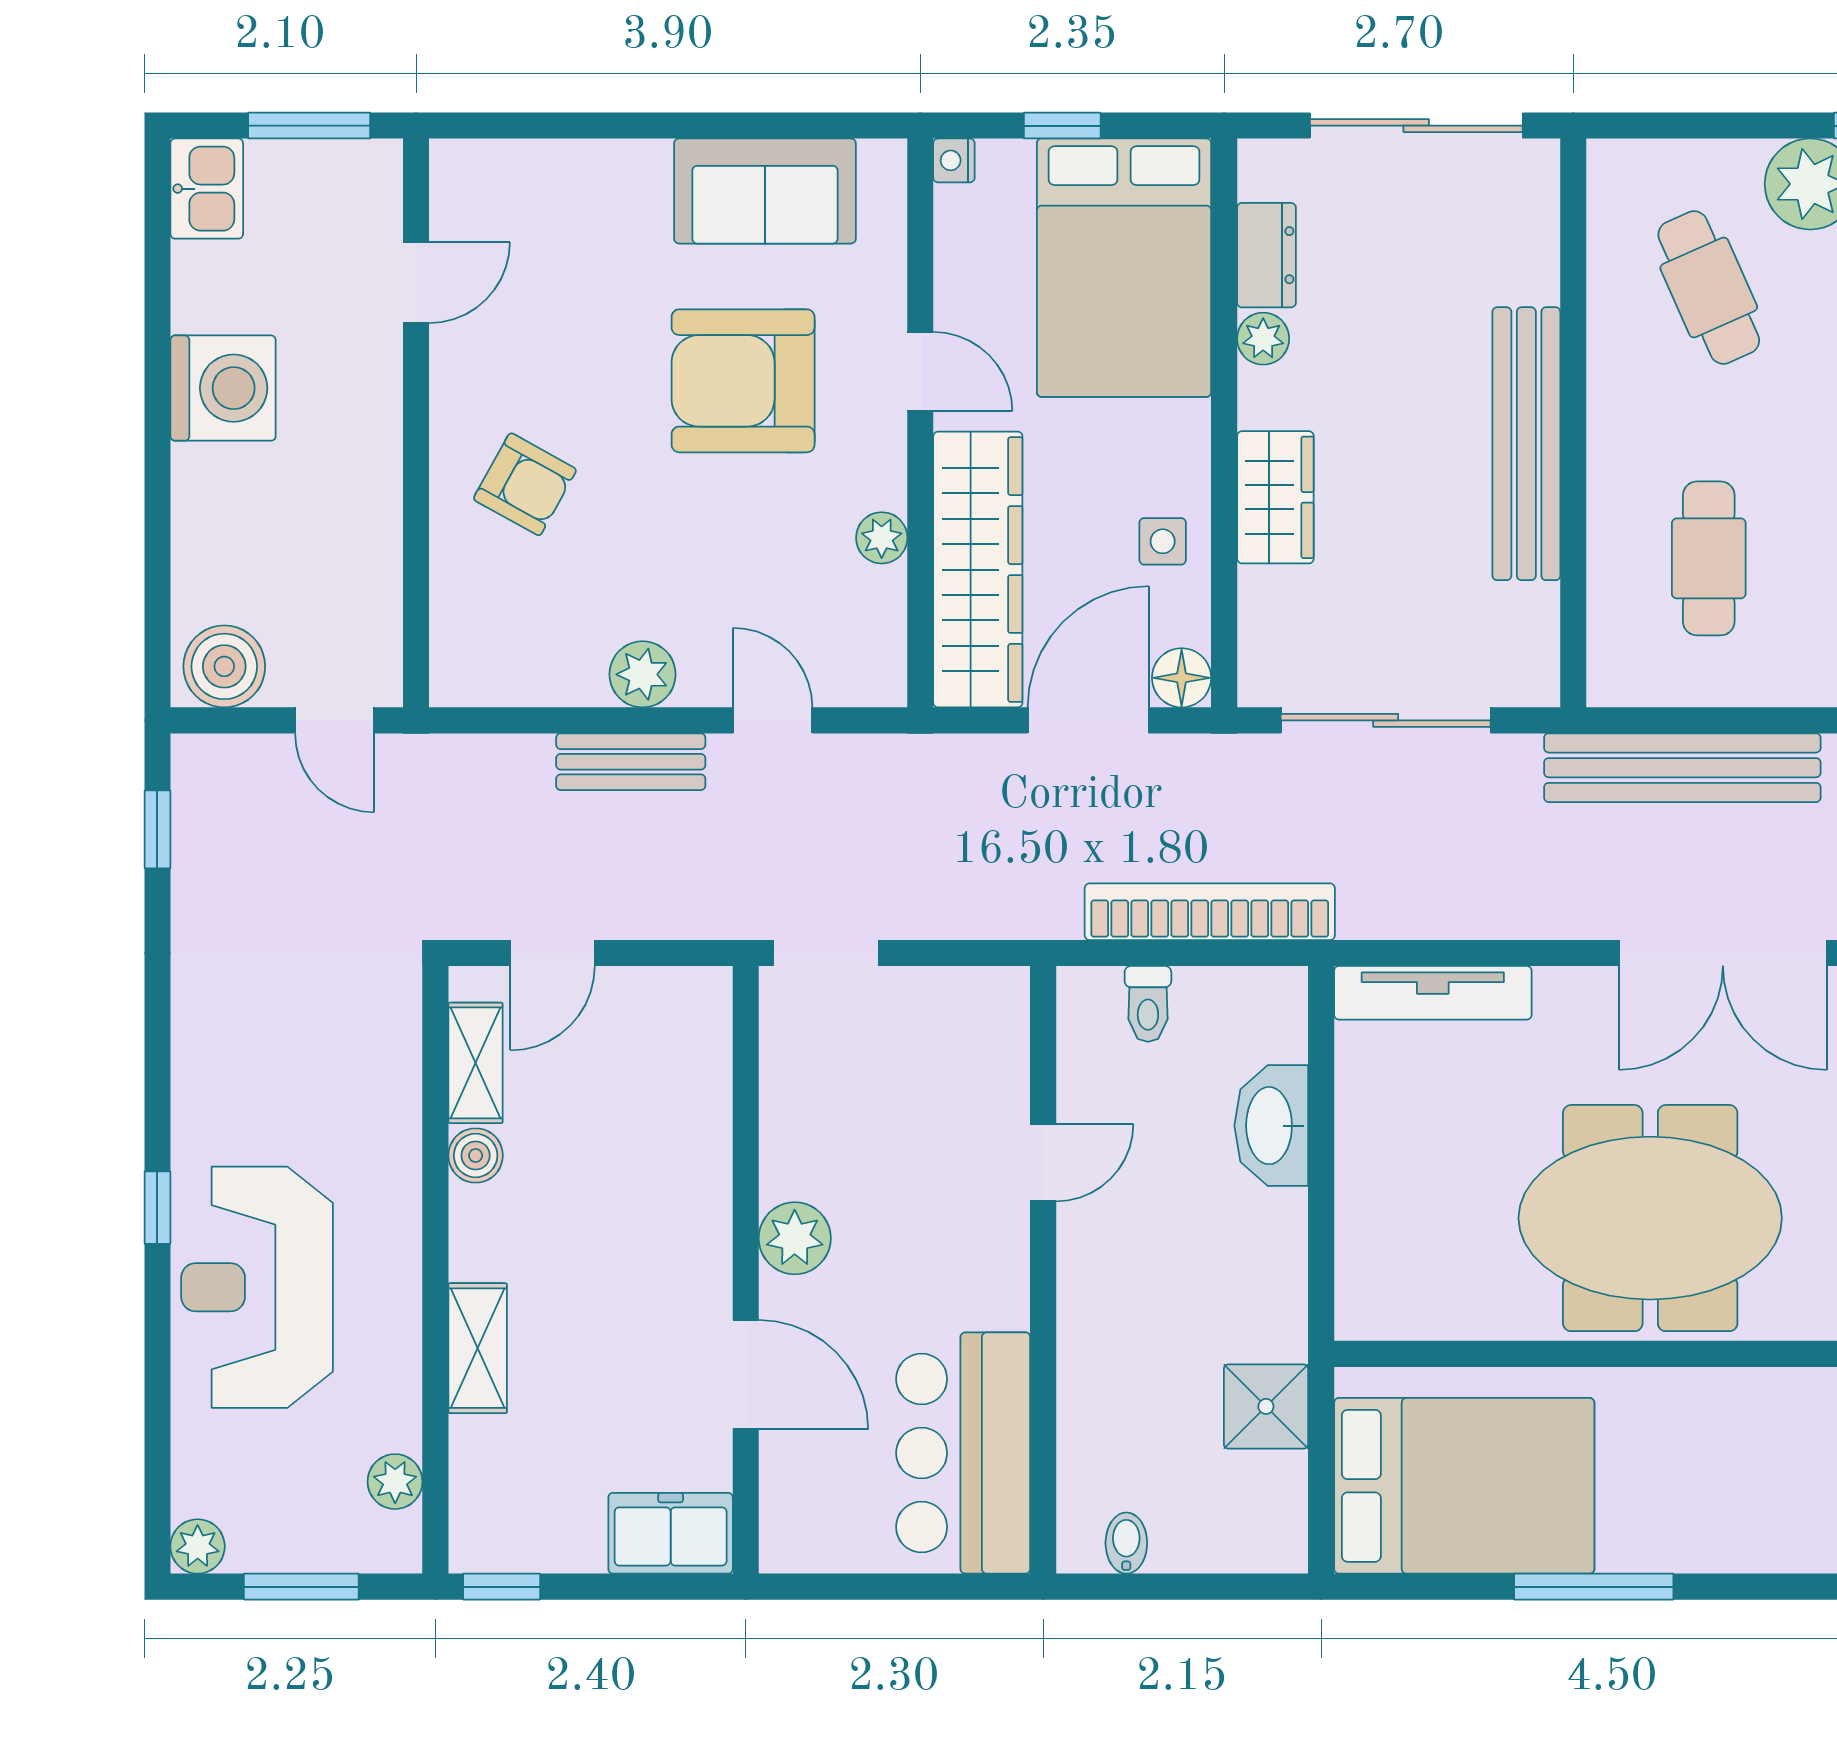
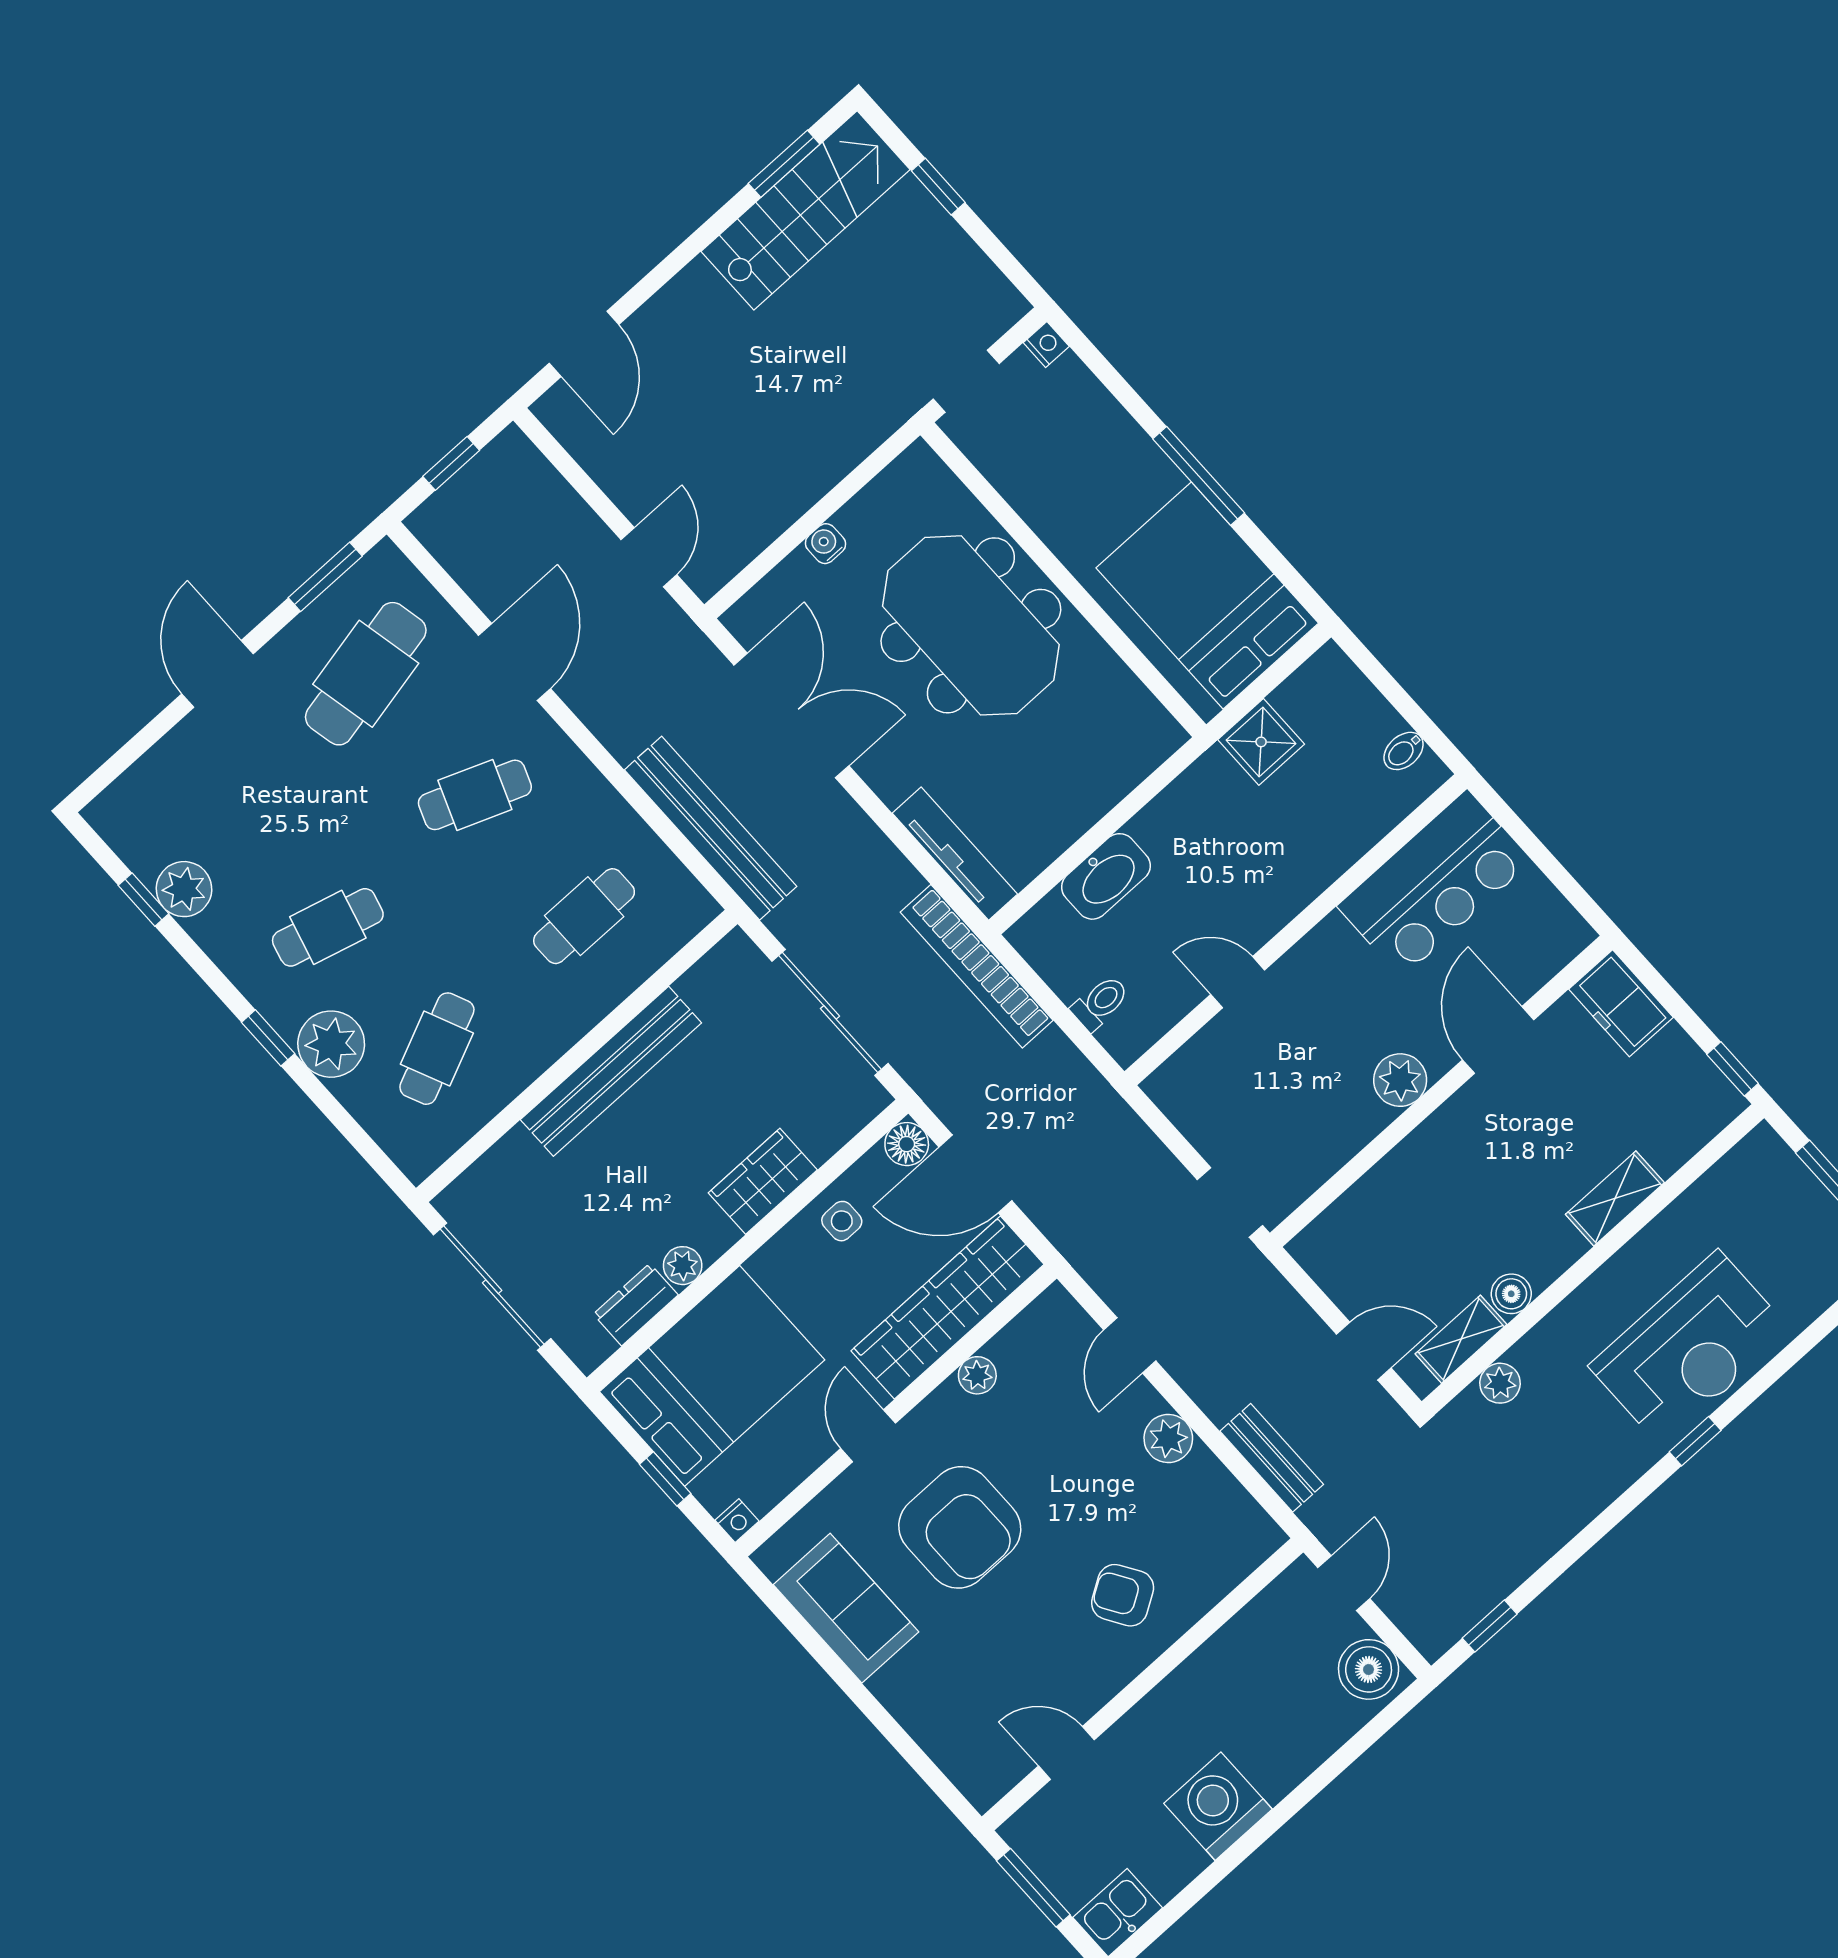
armchair: (525, 484) -> (1123, 1595), turned -61
bench: (631, 762) -> (1272, 1458), moved
bookcase: (1210, 912) -> (977, 966), moved
plant: (395, 1482) -> (1500, 1383), moved

